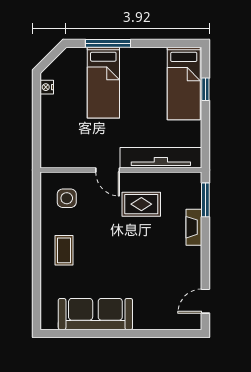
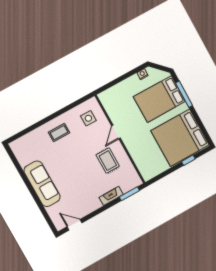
bed: (103, 83) -> (159, 99), width x1.50
bed: (184, 84) -> (180, 138), width x2.04
tv unit: (161, 158) -> (139, 157), removed
sofa: (95, 314) -> (42, 184), moved

